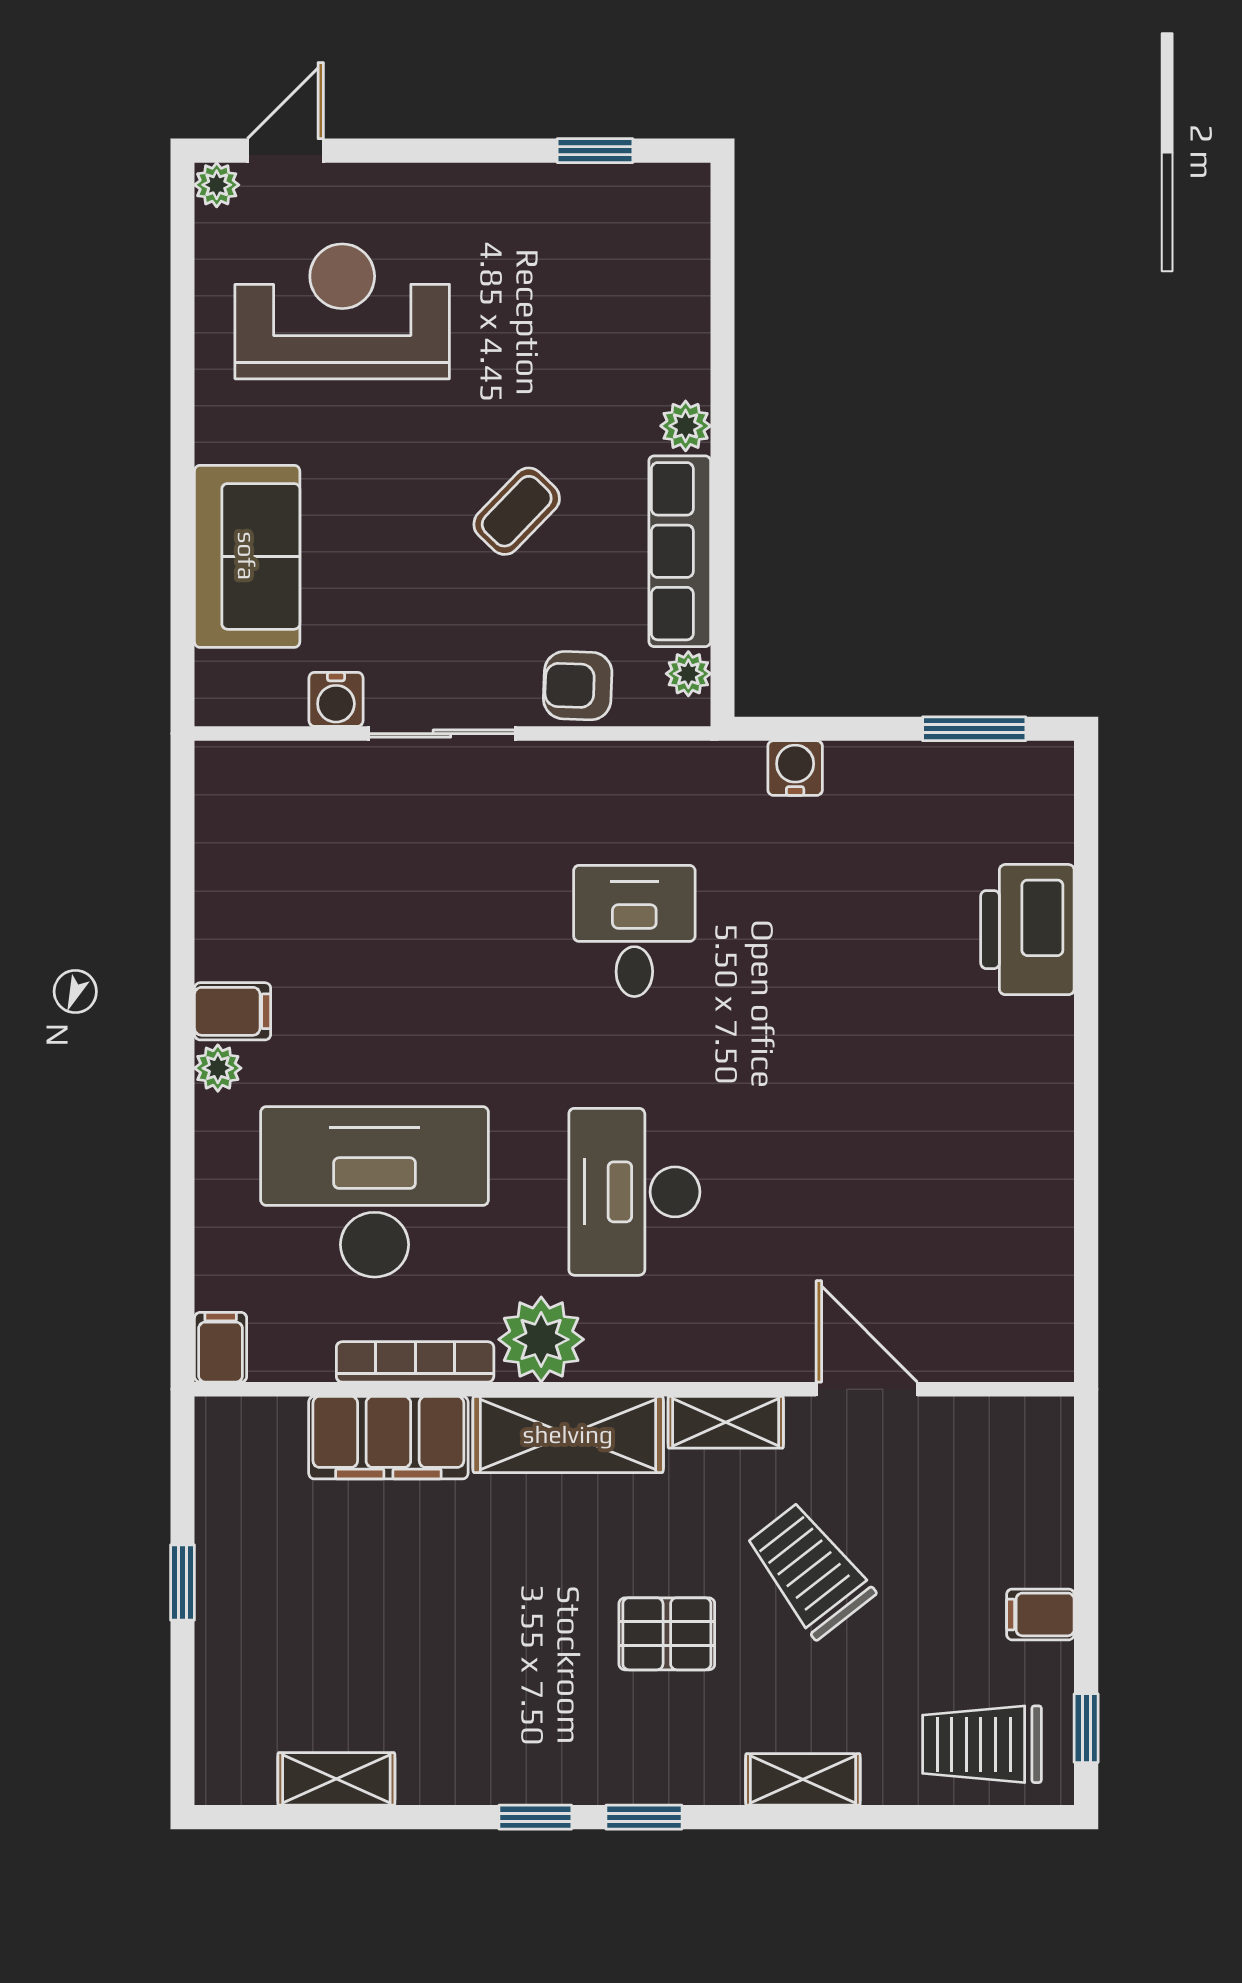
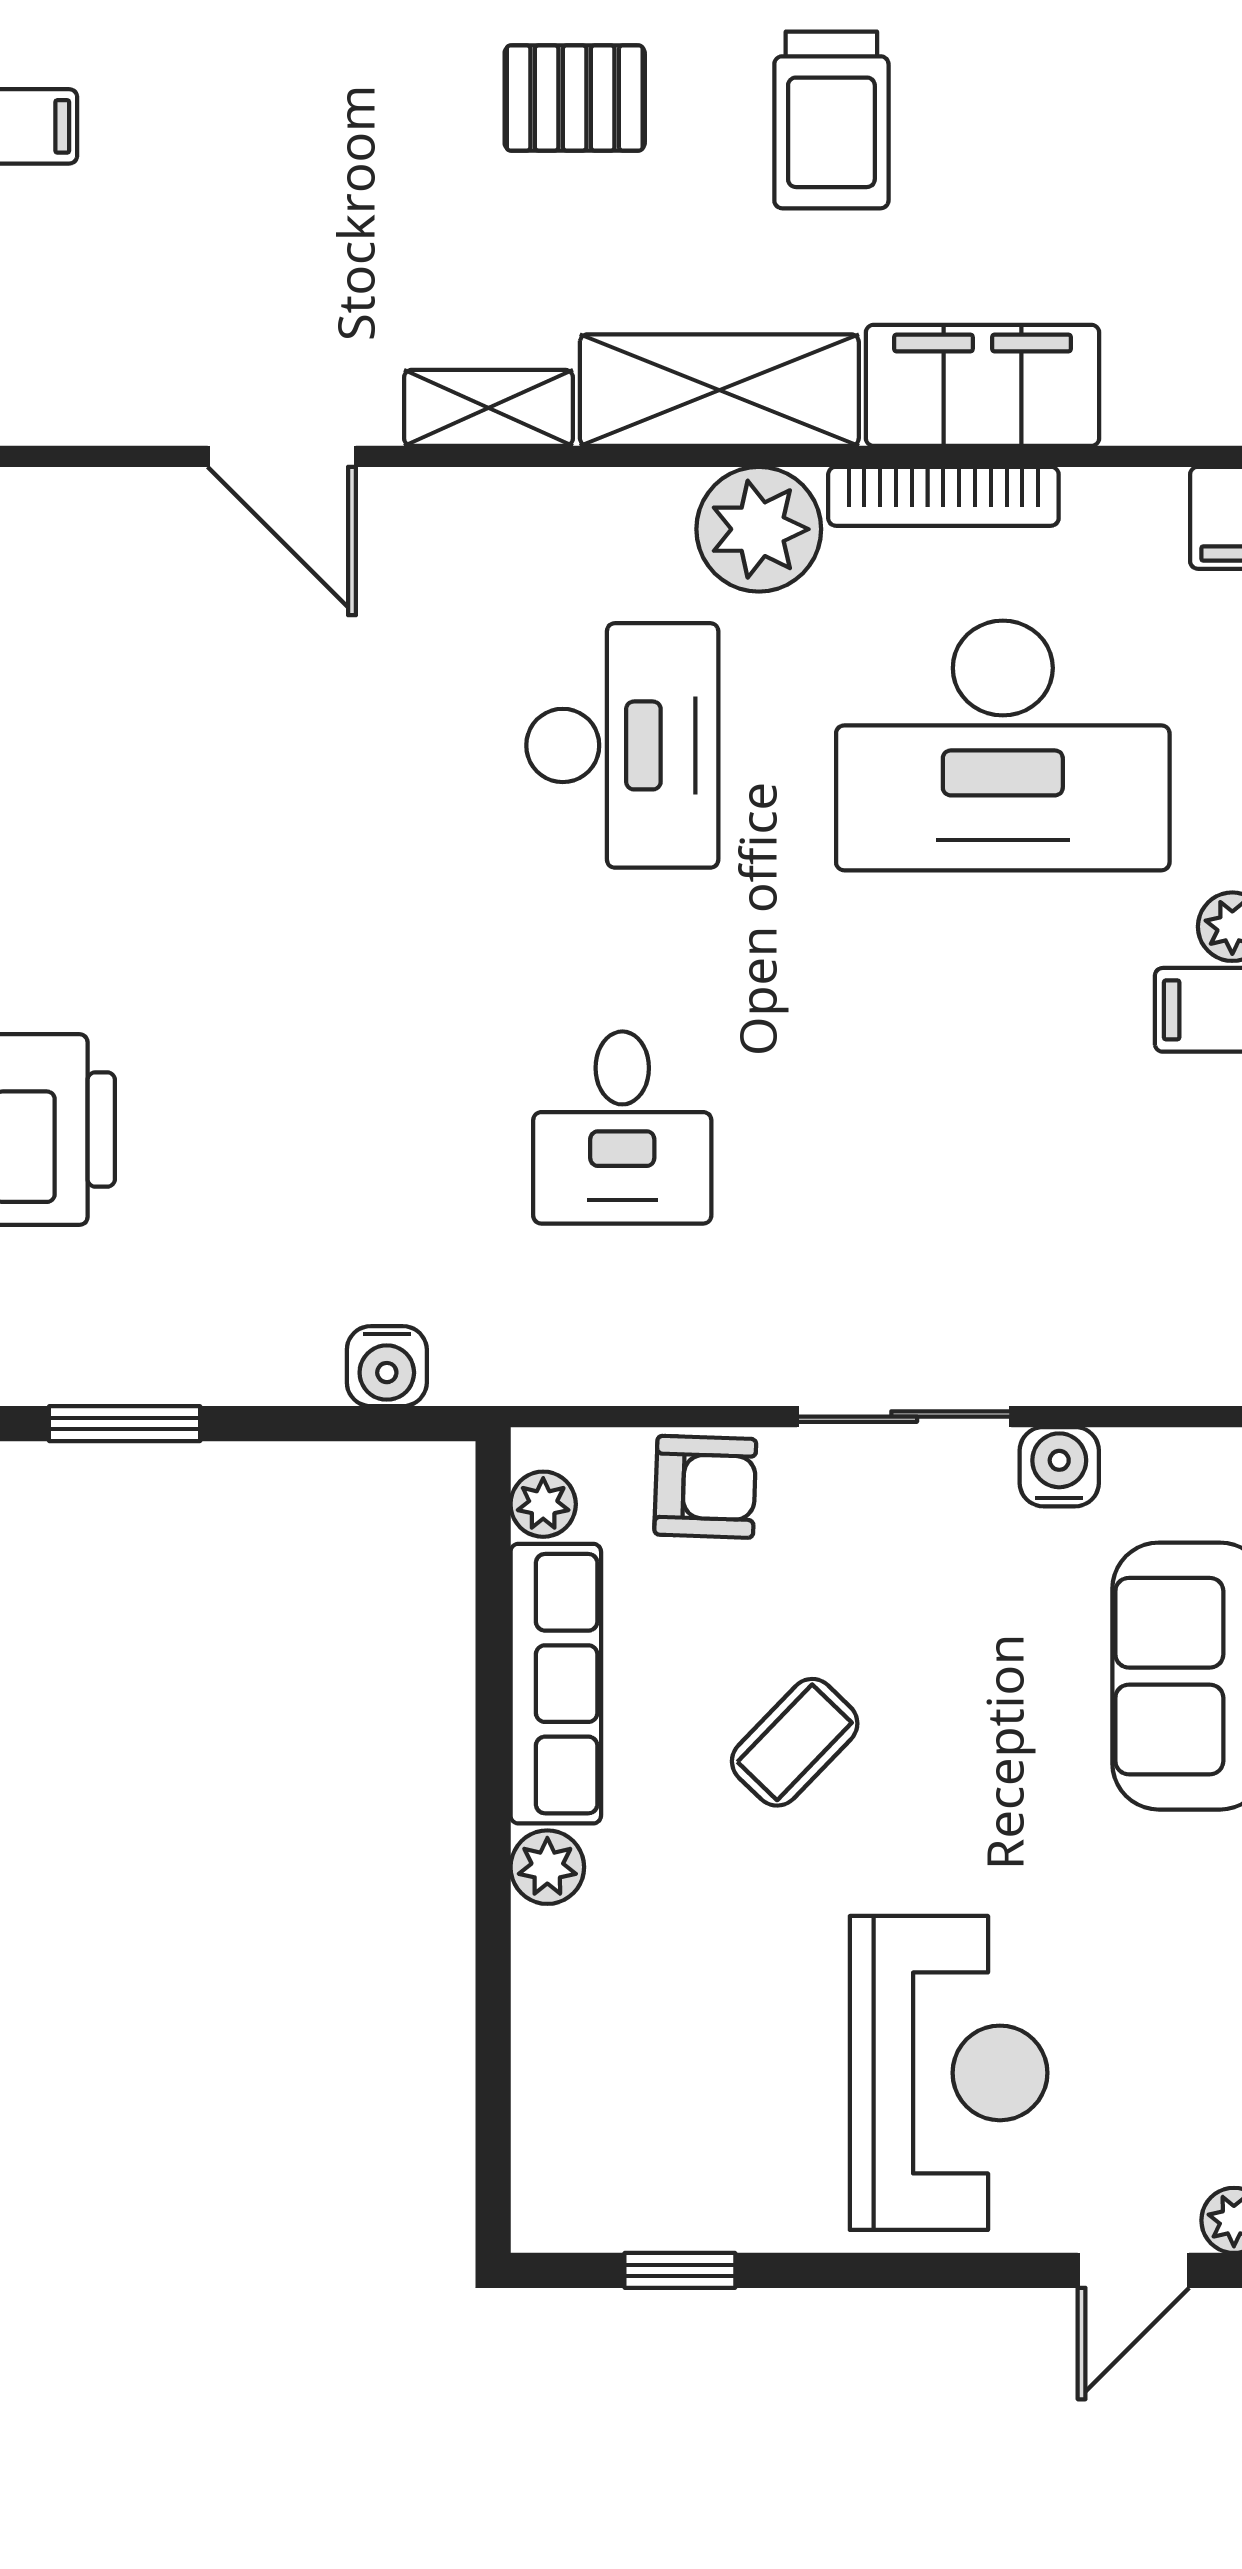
reception desk: (342, 311) -> (949, 2073), moved, turned -90
trolley: (810, 1570) -> (831, 120), moved, turned 38

